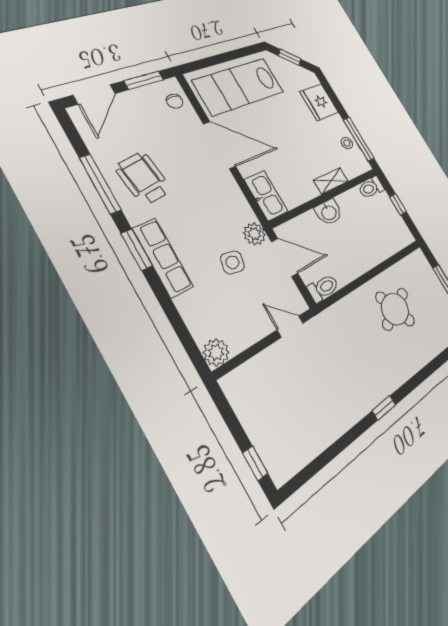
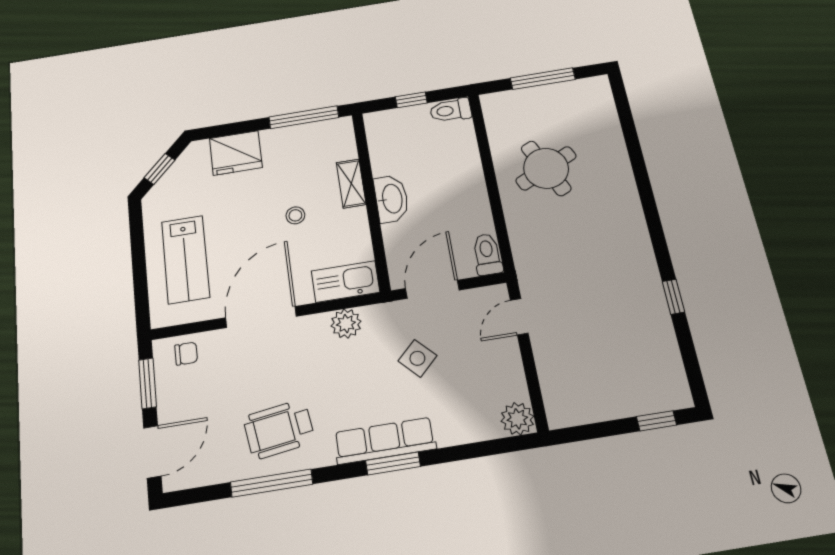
lab bench: (239, 86) -> (186, 259), width x0.73, depth x0.72
door: (94, 94) -> (152, 452), hinge flipped
stool: (347, 143) -> (295, 215), moved
toilet: (371, 188) -> (451, 110), moved, turned 90
washbasin: (329, 212) -> (391, 199), width x1.38
plant: (254, 234) -> (346, 324), moved
window: (137, 250) -> (393, 463), moved
side table: (232, 262) -> (417, 358), turned 34
window: (384, 408) -> (673, 297), moved

